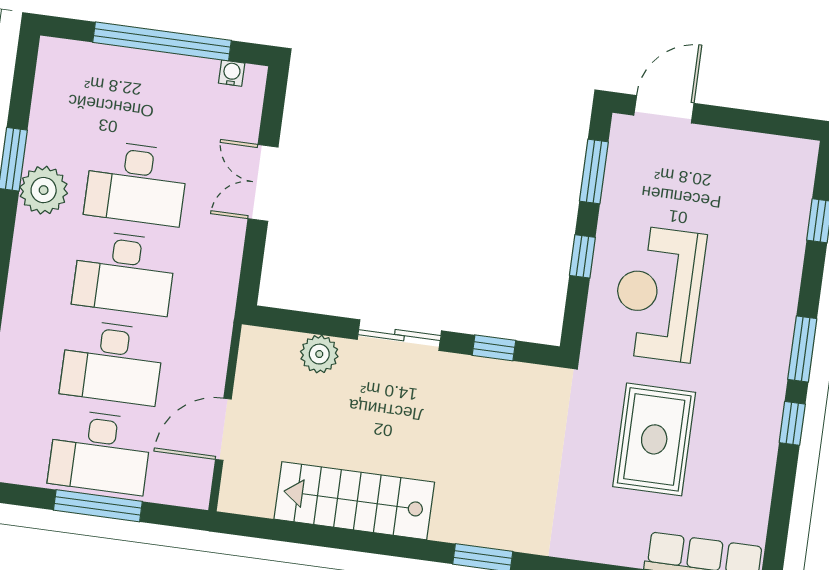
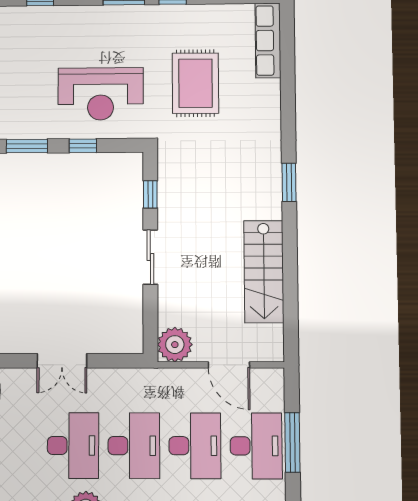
plant: (319, 354) -> (175, 345), moved, width x1.36, depth x1.36
rug: (654, 439) -> (195, 83), turned 90

